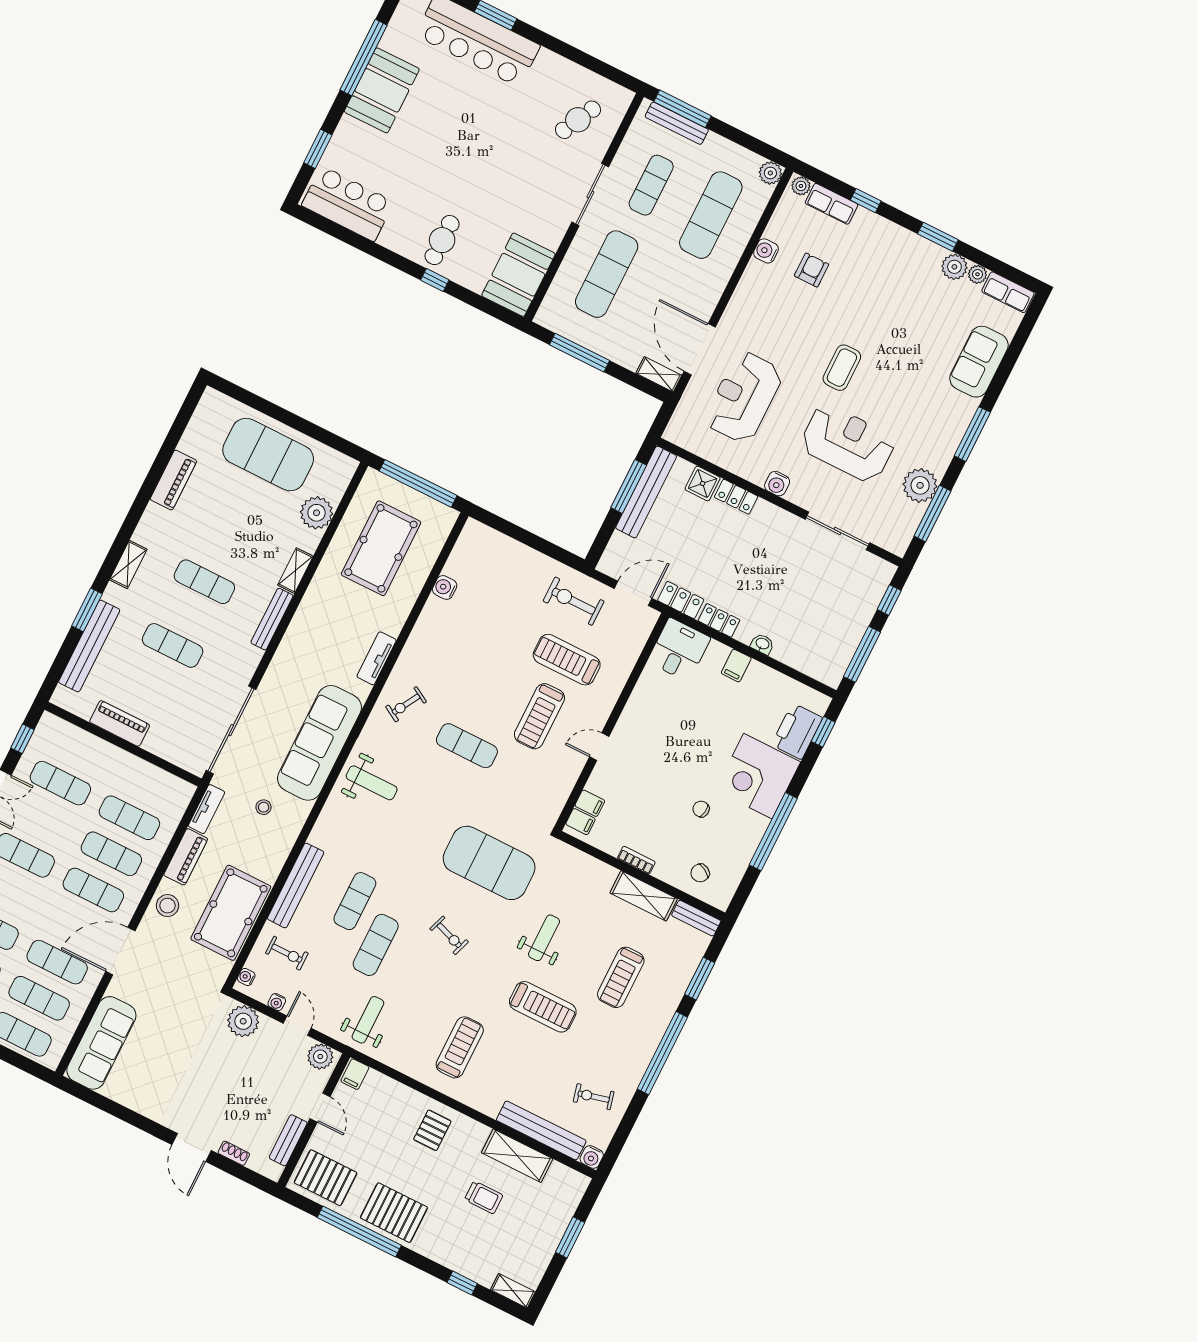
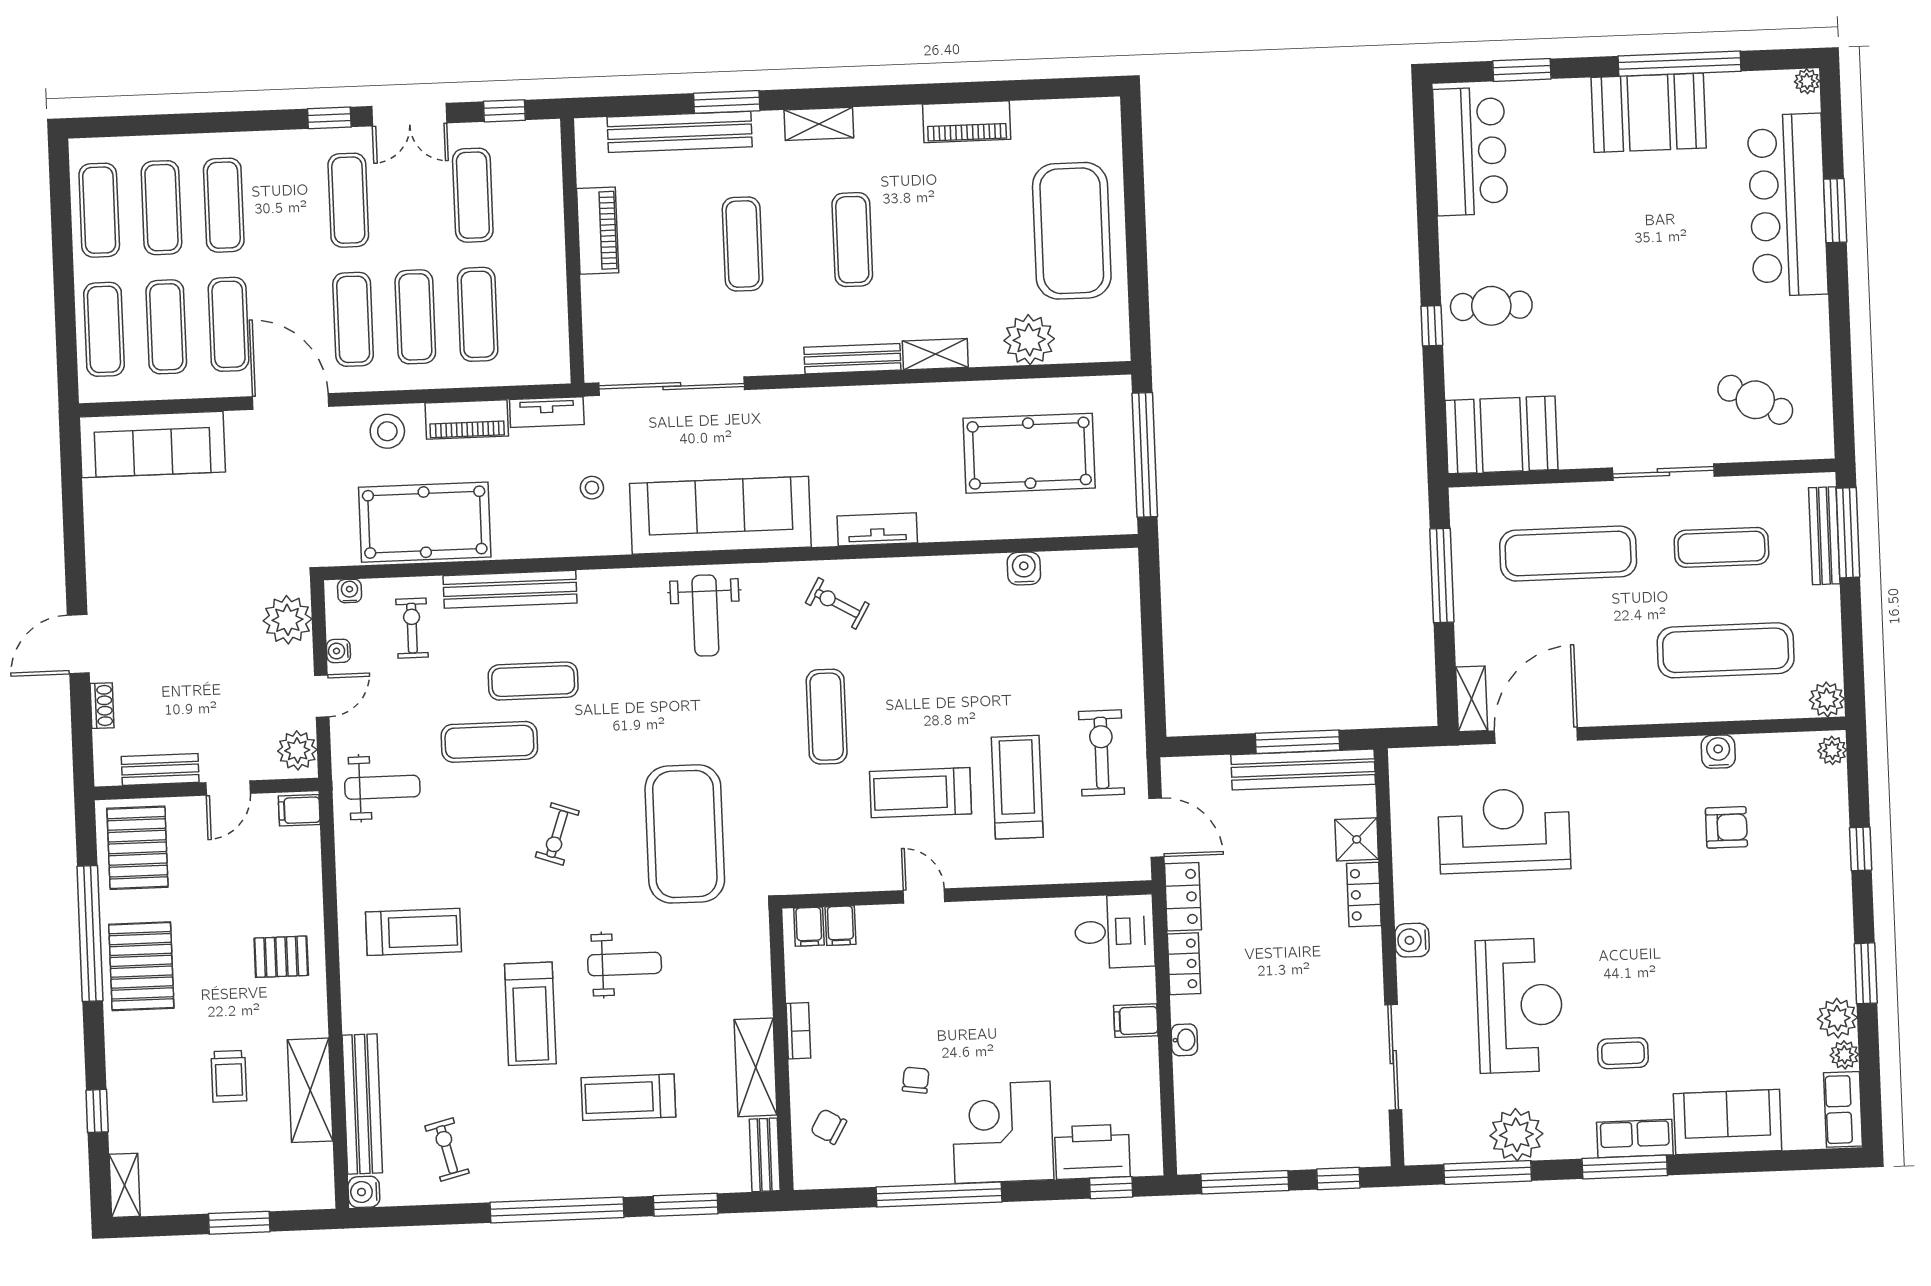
row of seats: (832, 204) -> (1635, 1138), moved, turned 90
coffee table: (842, 368) -> (1623, 1053), moved, width x0.73, depth x0.77
exercise bike: (287, 953) -> (412, 628), turned 180

